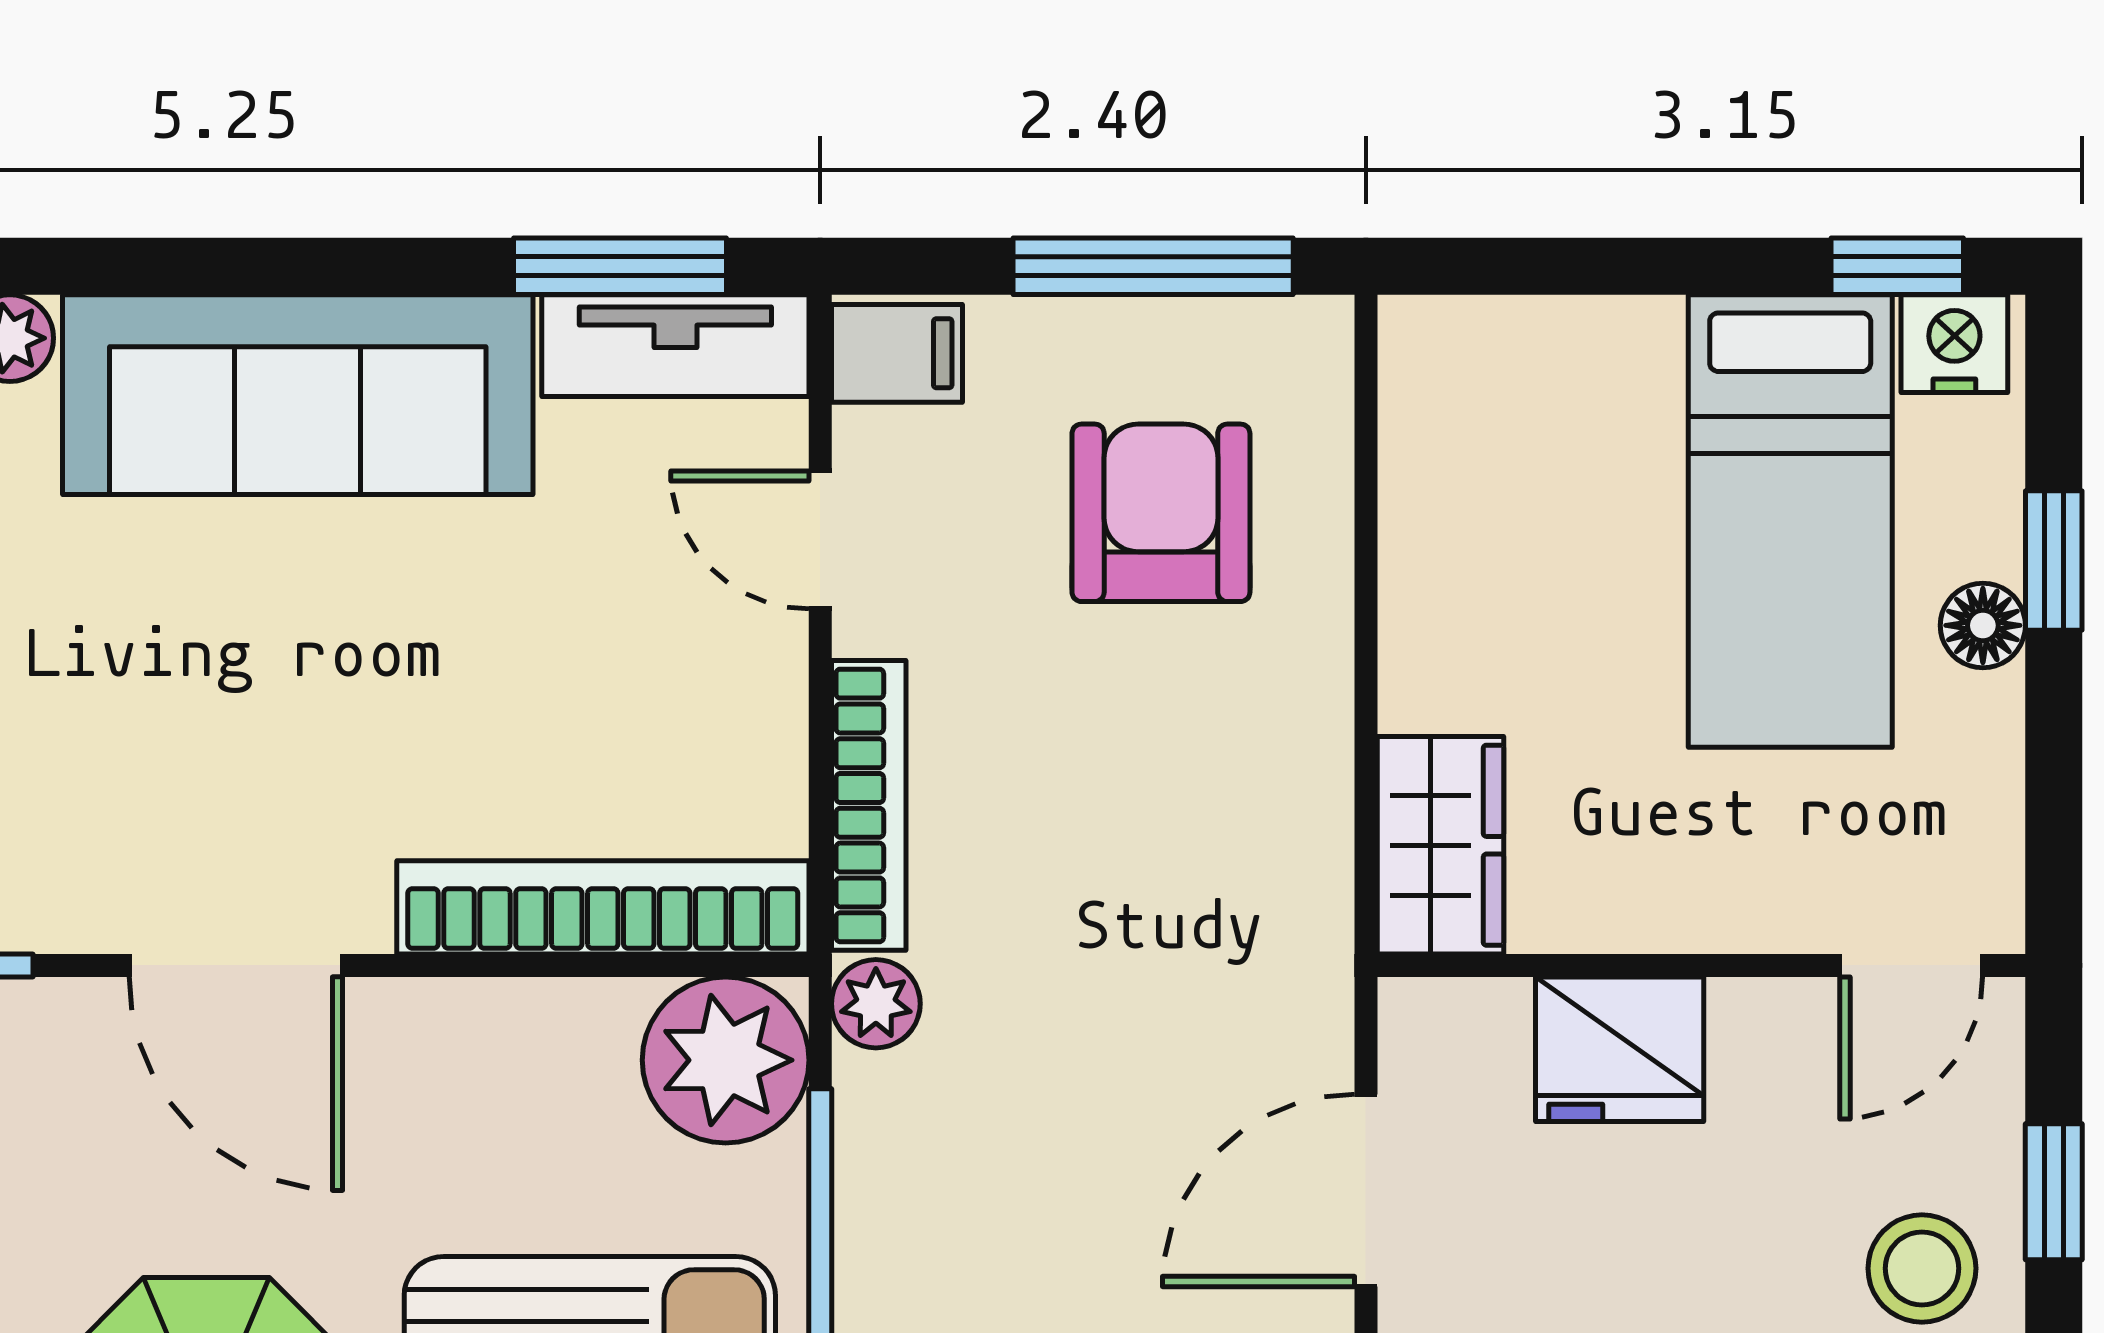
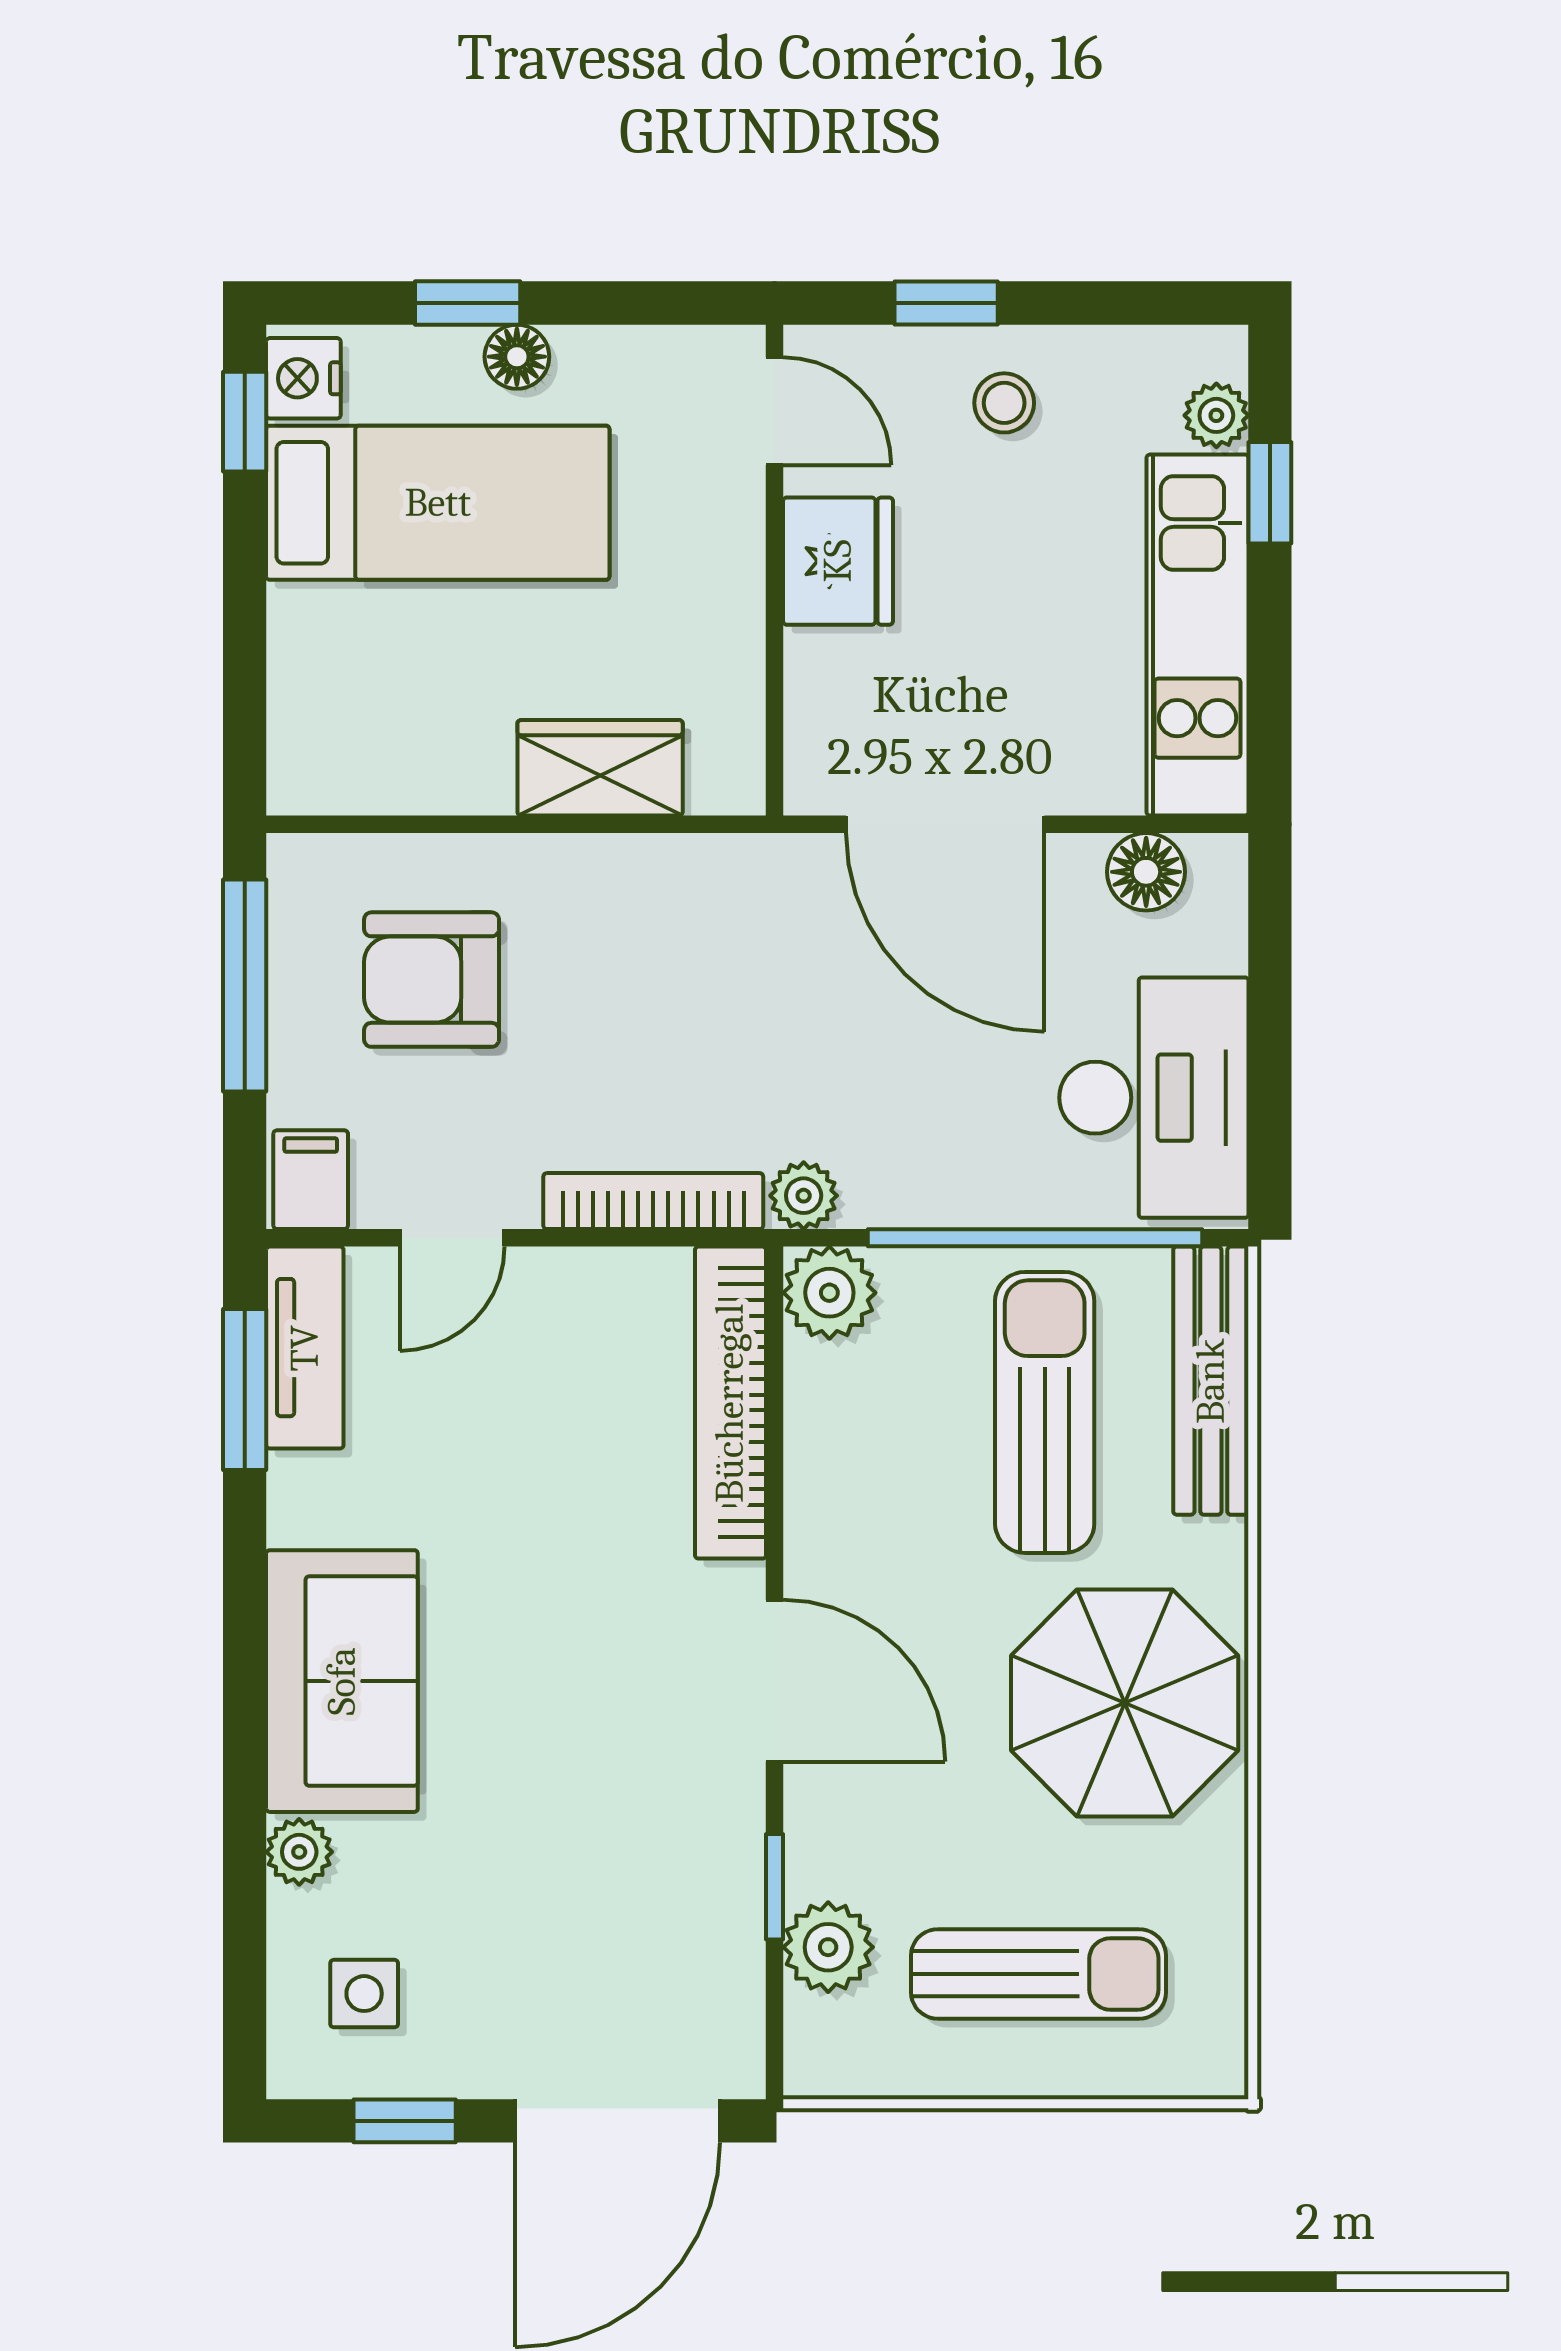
sofa: (298, 395) -> (342, 1681), width x0.73
wardrobe: (1440, 845) -> (600, 768), moved
door: (236, 965) -> (775, 1681), hinge flipped
fridge: (1620, 1049) -> (838, 561), moved
plant: (726, 1060) -> (829, 1293), width x0.73, depth x0.73
door: (1366, 1191) -> (945, 824), width x1.36
stool: (1922, 1268) -> (1004, 403), width x0.73, depth x0.73

